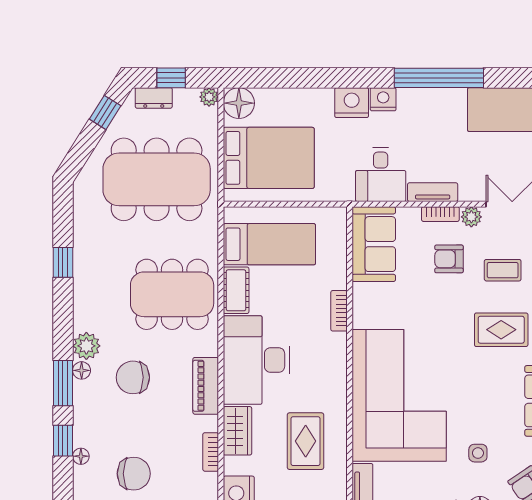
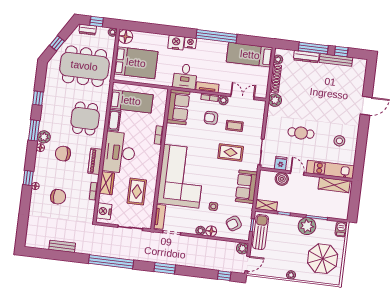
window: (105, 112) -> (57, 43), moved
dining table: (172, 294) -> (85, 119), width x0.73
window: (63, 383) -> (34, 130), moved

